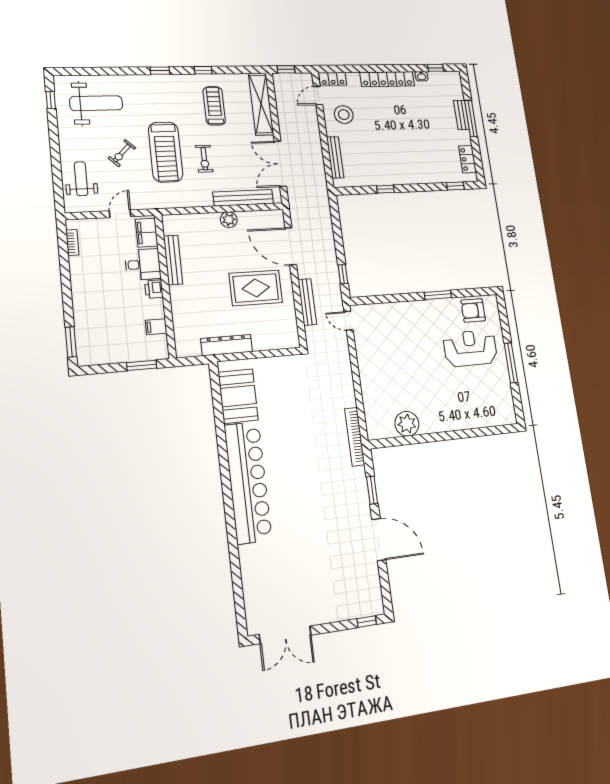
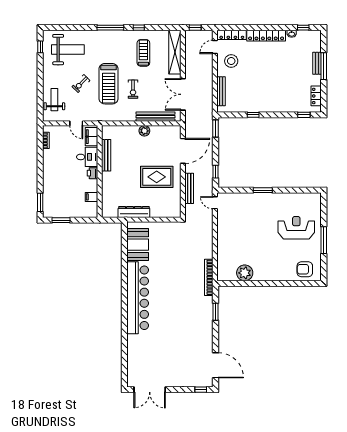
window: (160, 71) -> (110, 28), width x2.17
locker: (333, 79) -> (232, 35), width x1.53
window: (334, 211) -> (215, 128), added
door: (120, 214) -> (76, 123), swing flipped
door: (291, 246) -> (183, 151), swing flipped
window: (438, 295) -> (263, 190), moved
armchair: (473, 310) -> (305, 269), moved
window: (142, 365) -> (61, 220), moved
door: (379, 540) -> (215, 365), moved

